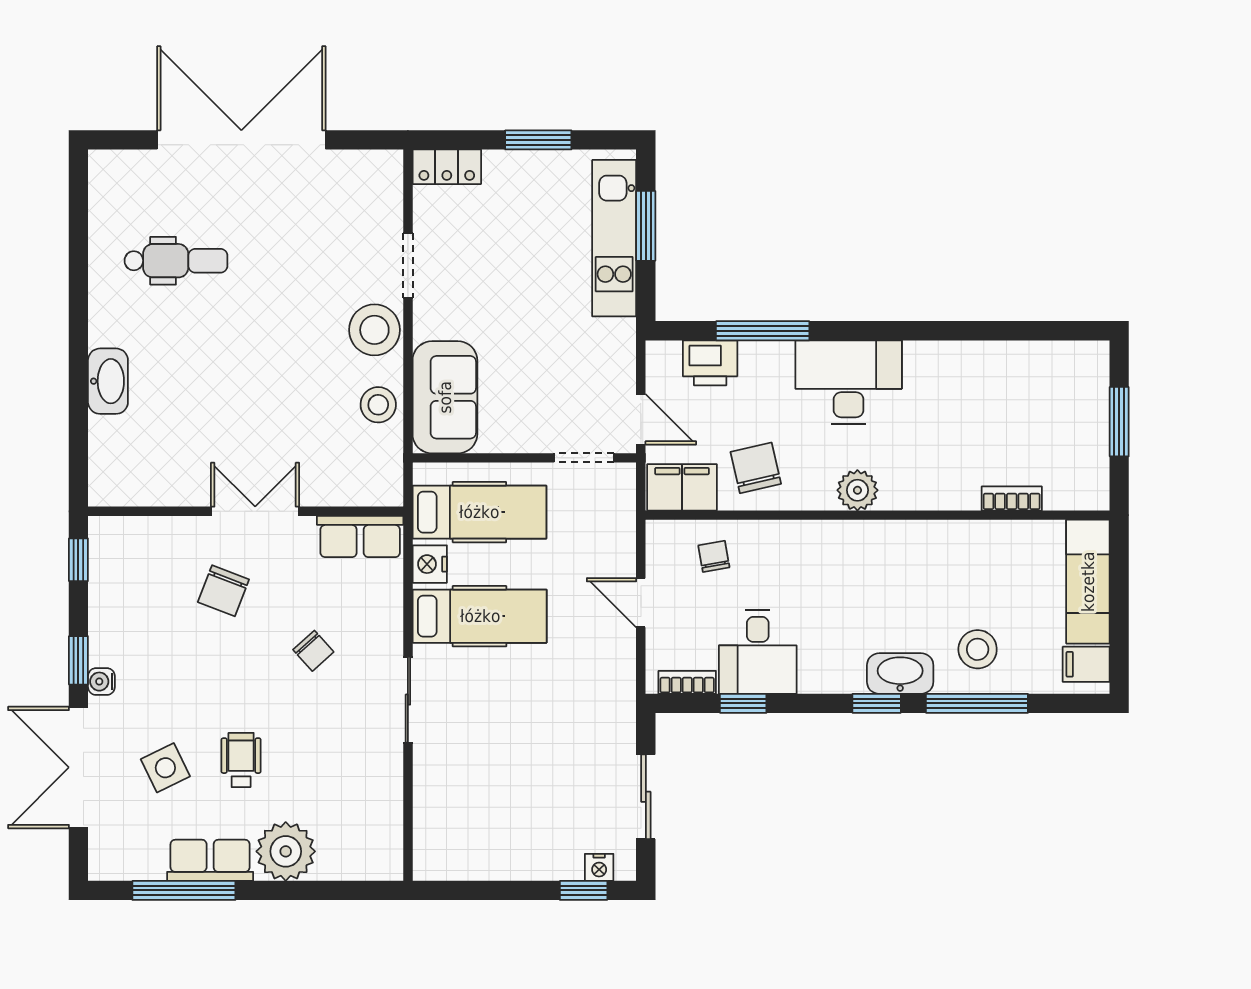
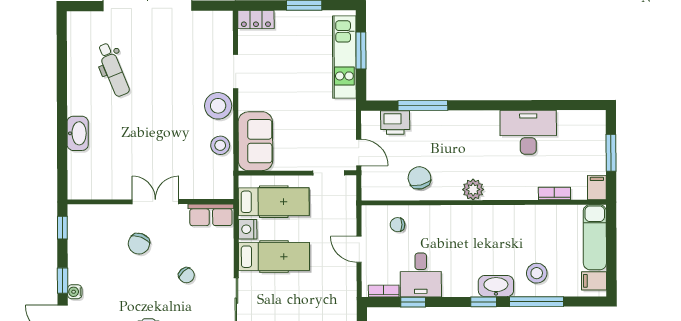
dental chair: (176, 261) -> (113, 70), turned 68
desk: (849, 382) -> (528, 132), moved
filing cabinet: (682, 487) -> (597, 188), moved, width x0.50
chair: (714, 556) -> (397, 225), turned -80

